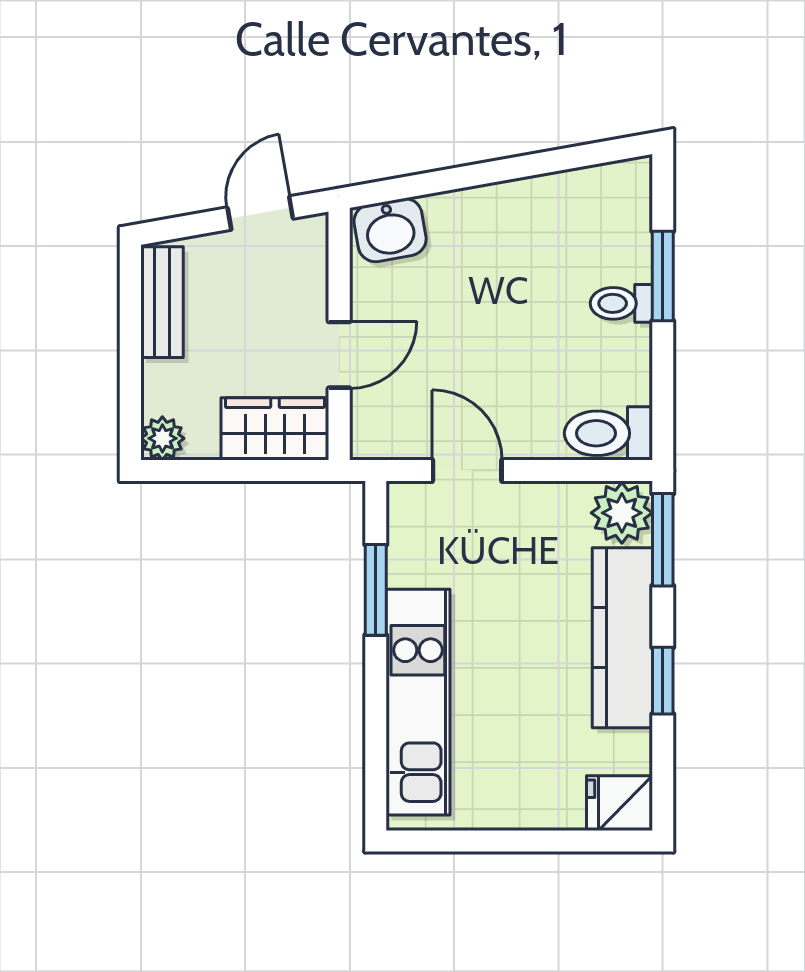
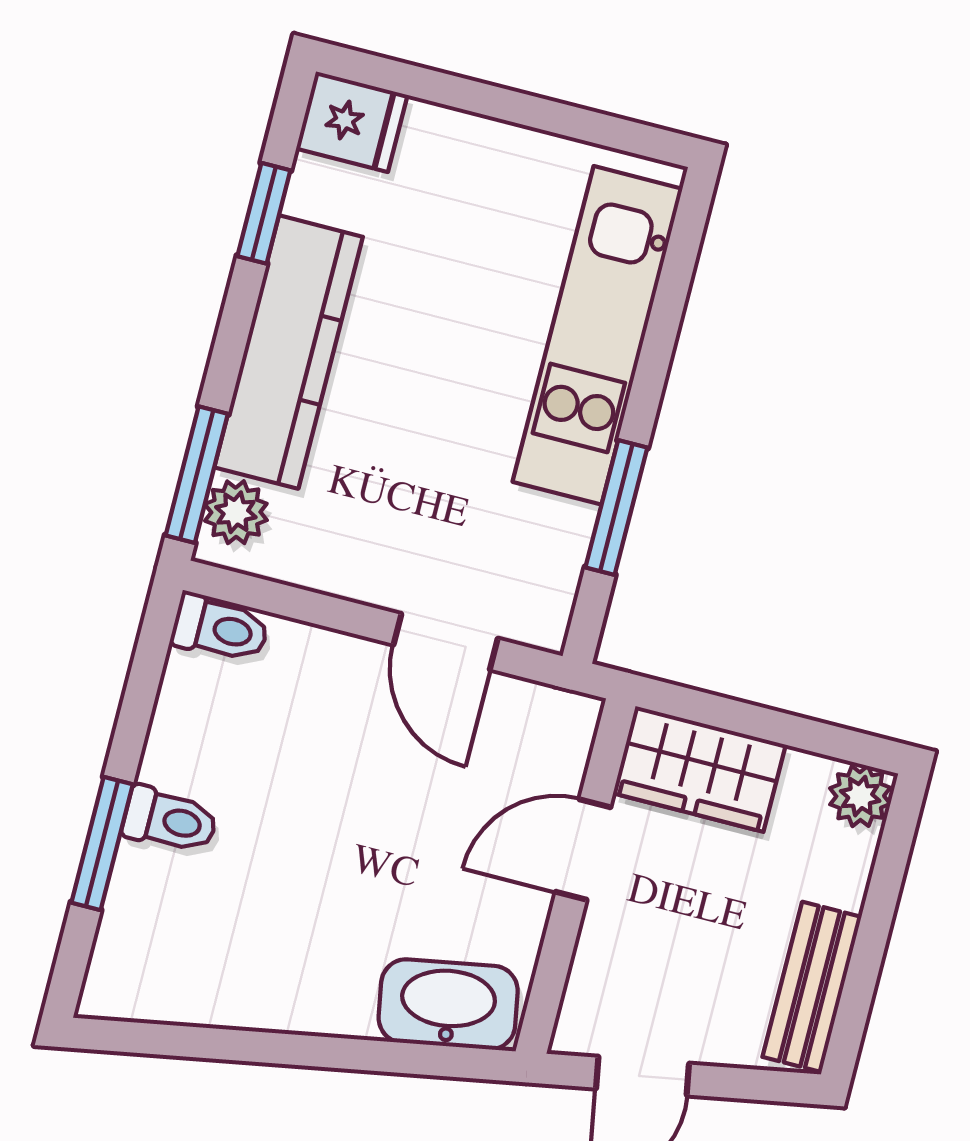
washbasin: (390, 230) -> (448, 1004), width x1.38
toilet: (608, 433) -> (220, 628), width x0.73, depth x0.72
plant: (622, 513) -> (236, 512), width x0.73, depth x0.73
window: (663, 681) -> (264, 213), moved

